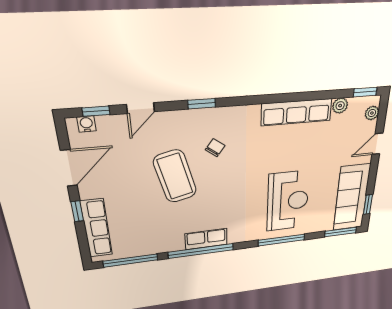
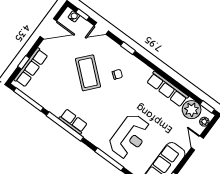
plant: (340, 106) -> (192, 110), width x1.88, depth x1.88
door: (377, 144) -> (197, 143), hinge flipped
coffee table: (175, 176) -> (88, 73), turned -35
window: (77, 211) -> (24, 62), moved

